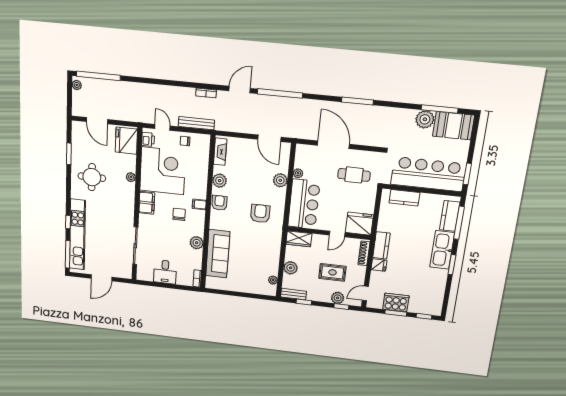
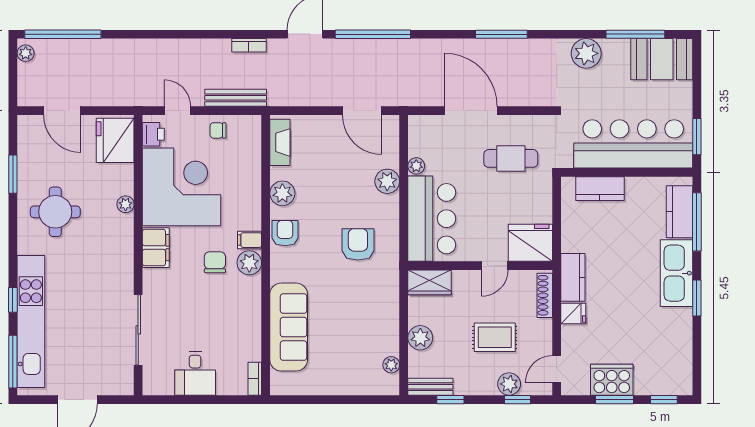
plant: (425, 119) -> (586, 53), moved
plant: (197, 243) -> (249, 263), moved

